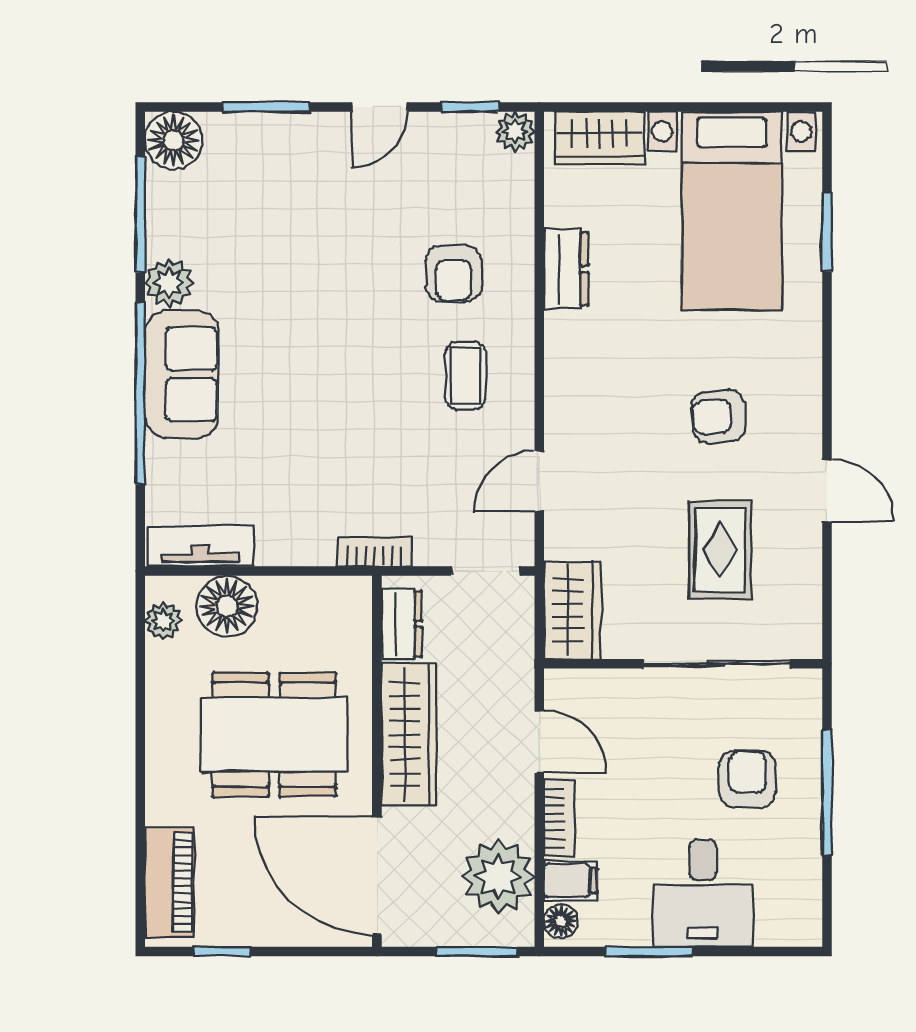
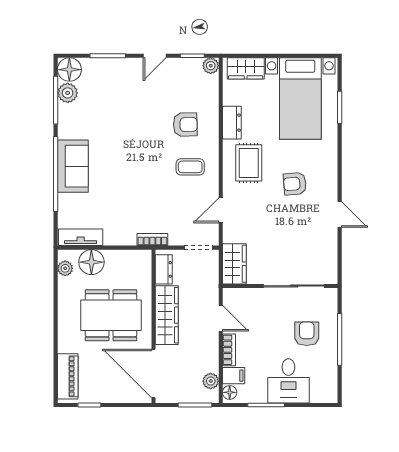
armchair: (454, 273) -> (185, 125), turned -91
plant: (169, 283) -> (68, 93), moved
coffee table: (466, 376) -> (190, 167), turned 90
rug: (720, 550) -> (249, 163), moved
plant: (498, 877) -> (211, 381), width x0.53, depth x0.53

